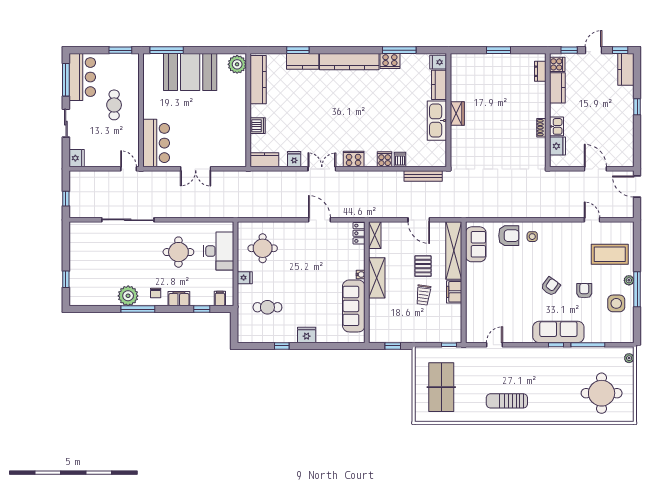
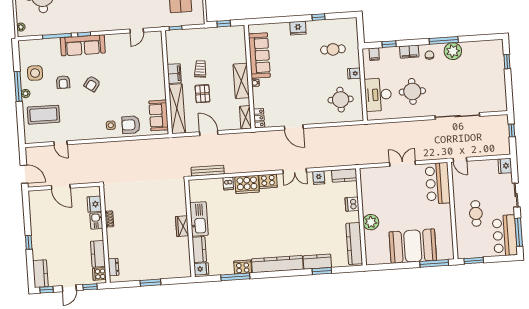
plant: (237, 64) -> (371, 222), moved
cooker: (385, 159) -> (247, 184), width x1.87, depth x1.31

